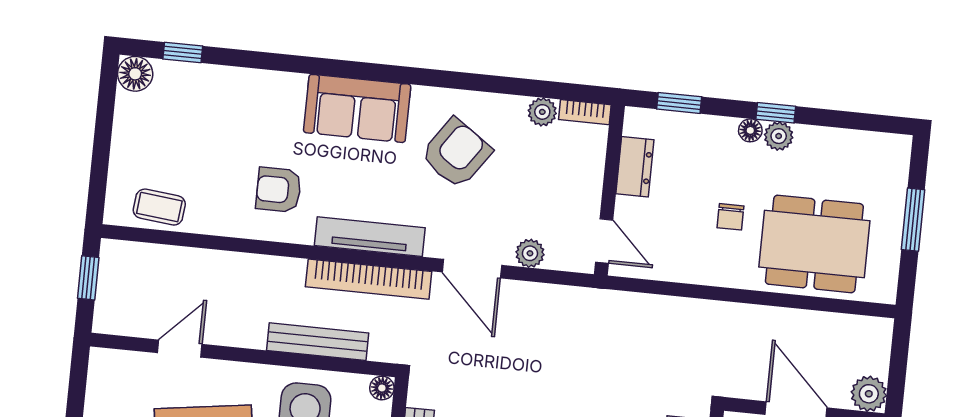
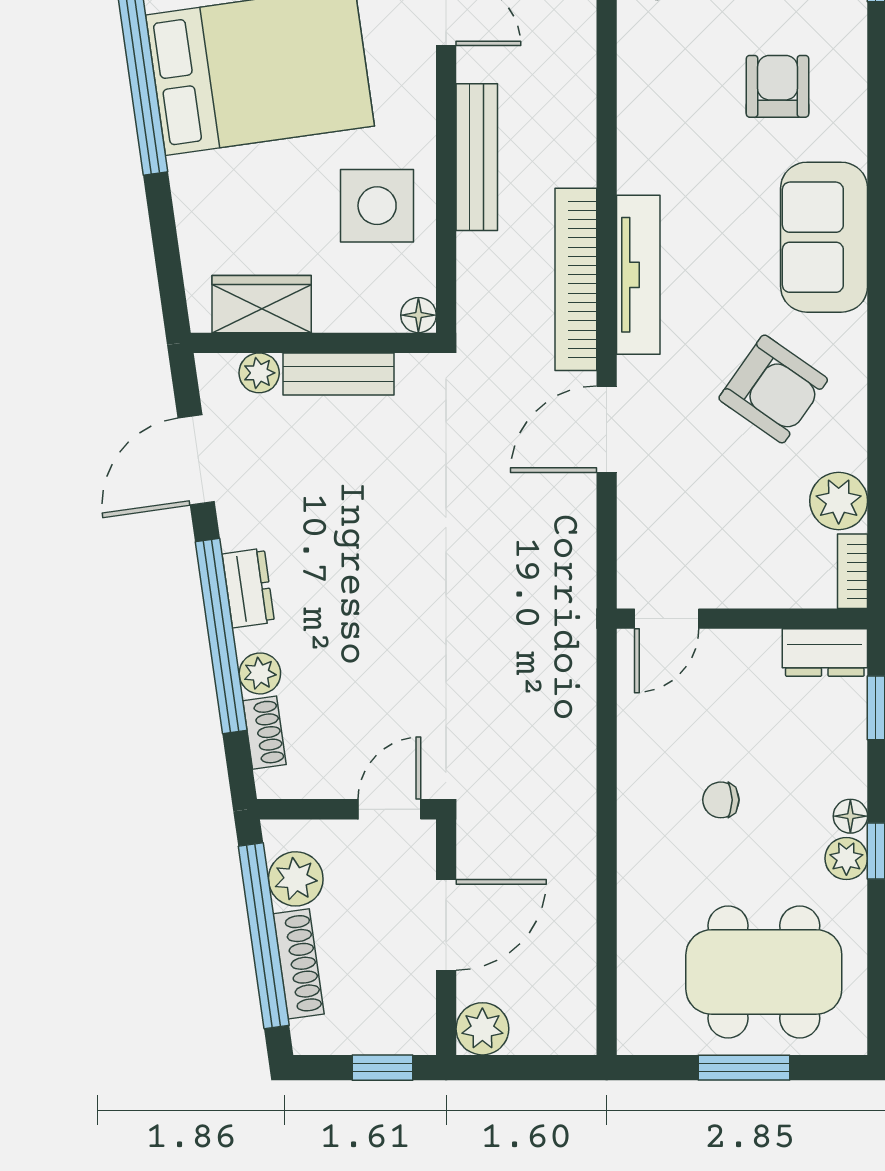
plant: (542, 112) -> (839, 501), width x1.38, depth x1.38
dresser: (635, 167) -> (825, 653), moved
armchair: (279, 190) -> (777, 86), moved
dining table: (814, 244) -> (764, 972), moved, turned 90
plant: (530, 253) -> (638, 512), removed
bench: (318, 342) -> (477, 157), moved

